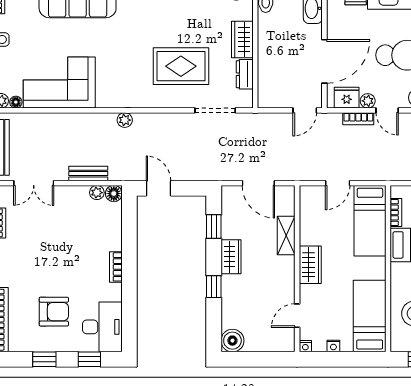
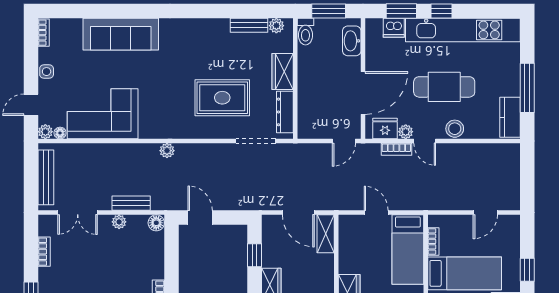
dresser: (245, 74) -> (285, 112), width x1.44
door: (338, 183) -> (376, 213), swing flipped
plant: (97, 193) -> (119, 222), moved
shelving: (286, 235) -> (326, 234), moved

